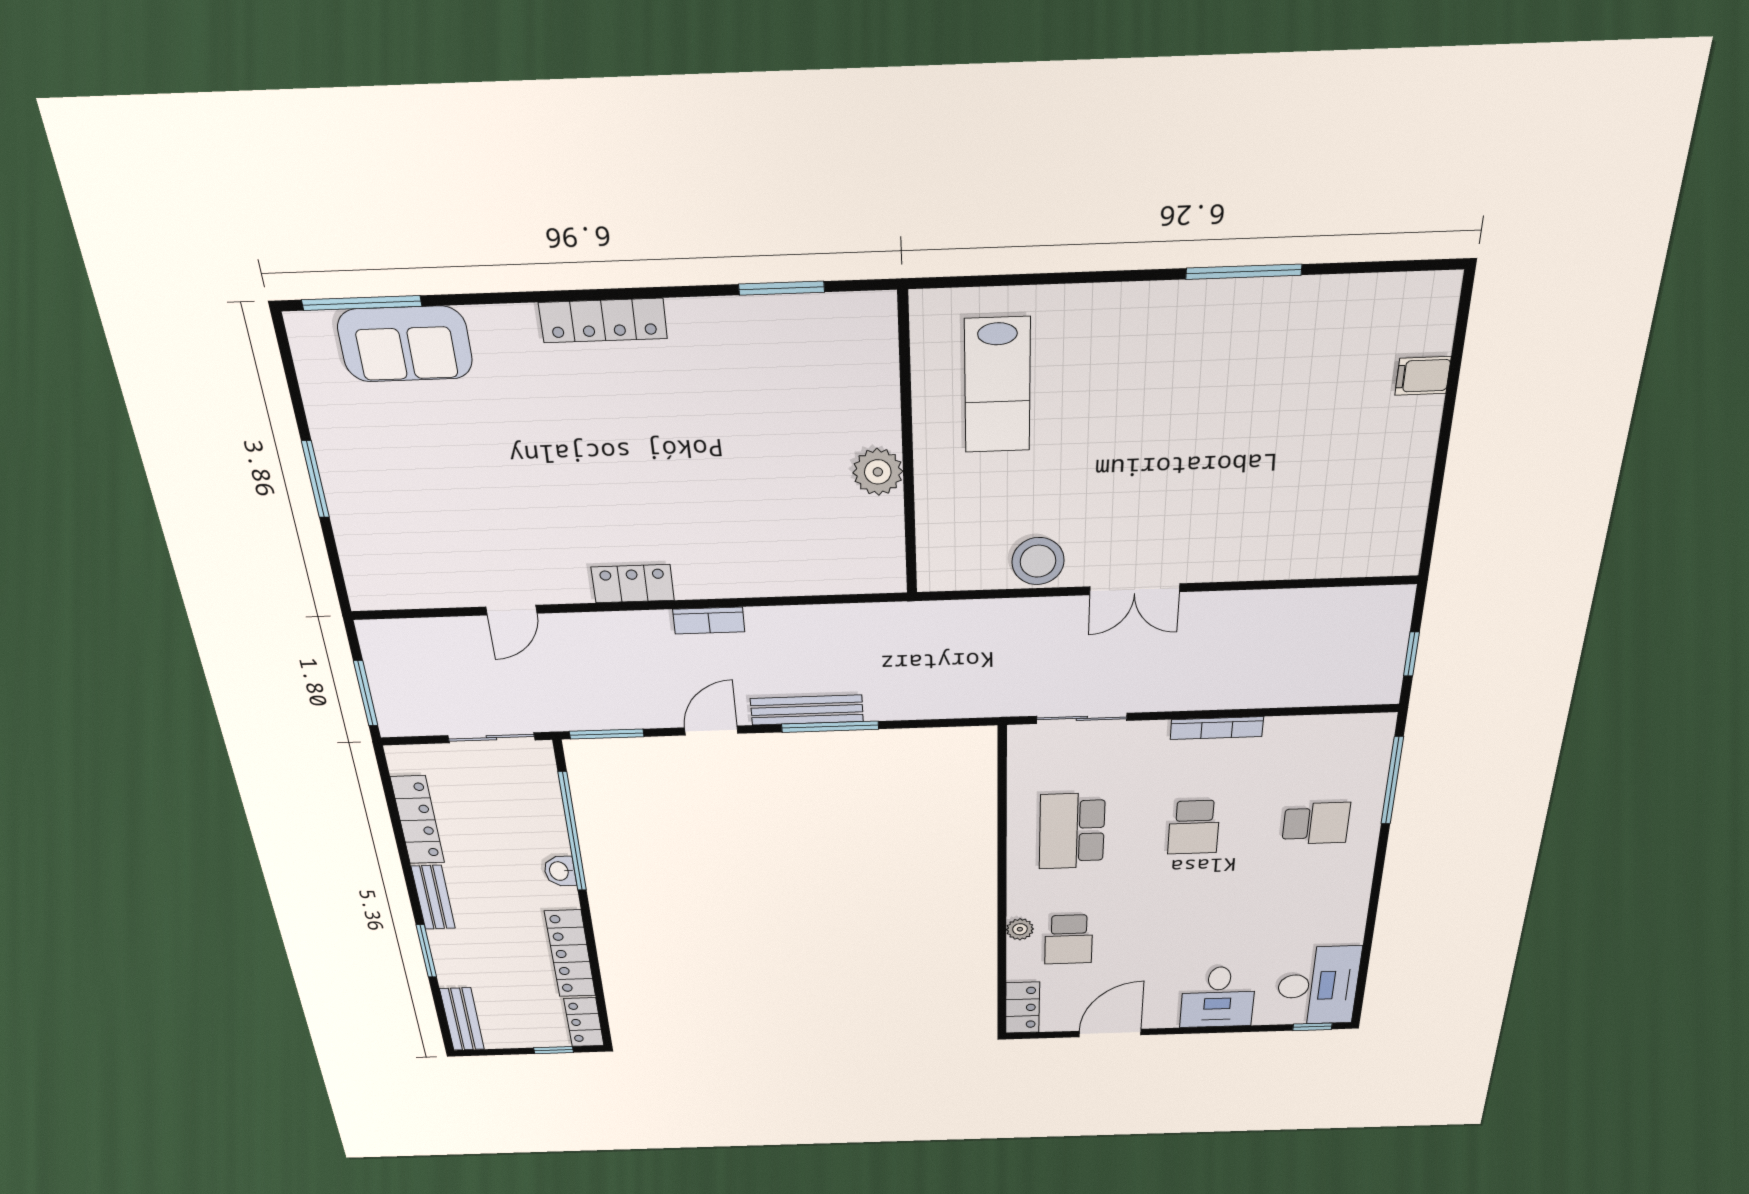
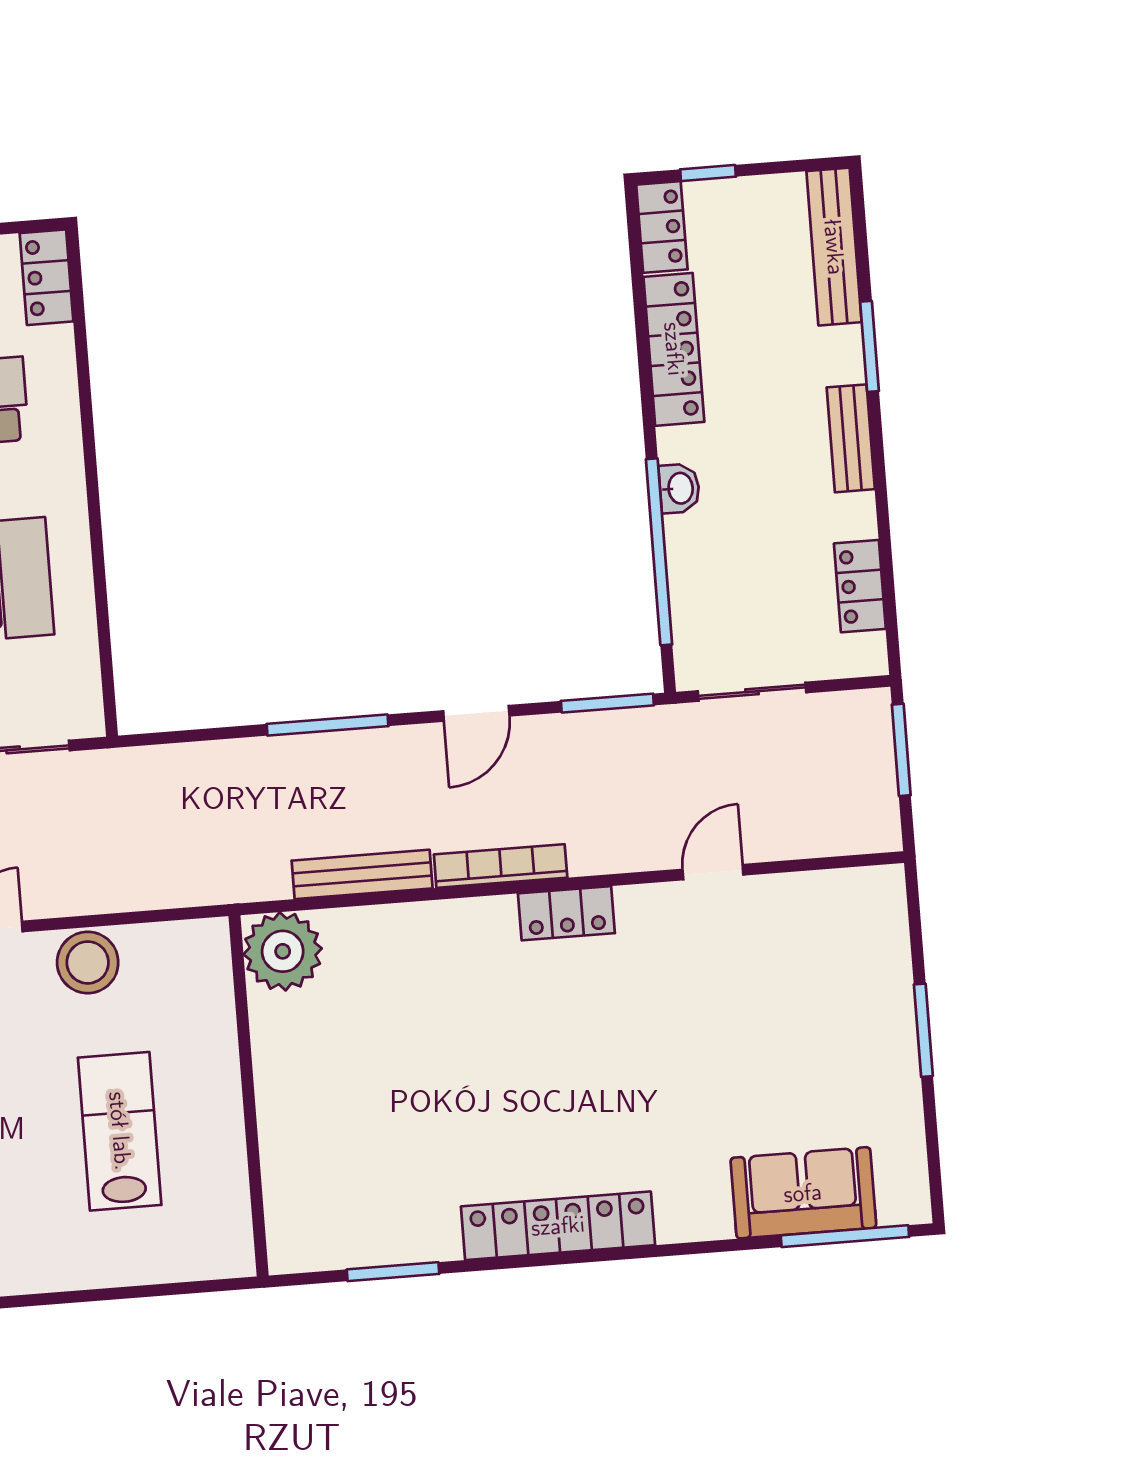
locker: (603, 321) -> (558, 1226), width x1.41, depth x1.21
lab bench: (997, 386) -> (120, 1131), moved
plant: (878, 472) -> (283, 951), moved, width x1.36, depth x1.36
bookcase: (709, 621) -> (501, 866), width x1.56
bench: (807, 710) -> (362, 874), moved
locker: (418, 820) -> (860, 586), width x0.66
plant: (1020, 929) -> (62, 415), removed
bench: (462, 1019) -> (834, 247), width x1.36

